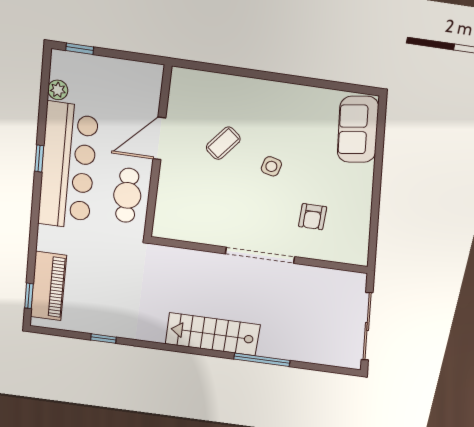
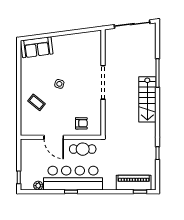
coffee table: (223, 143) -> (37, 102), moved
armchair: (313, 217) -> (81, 123), moved

